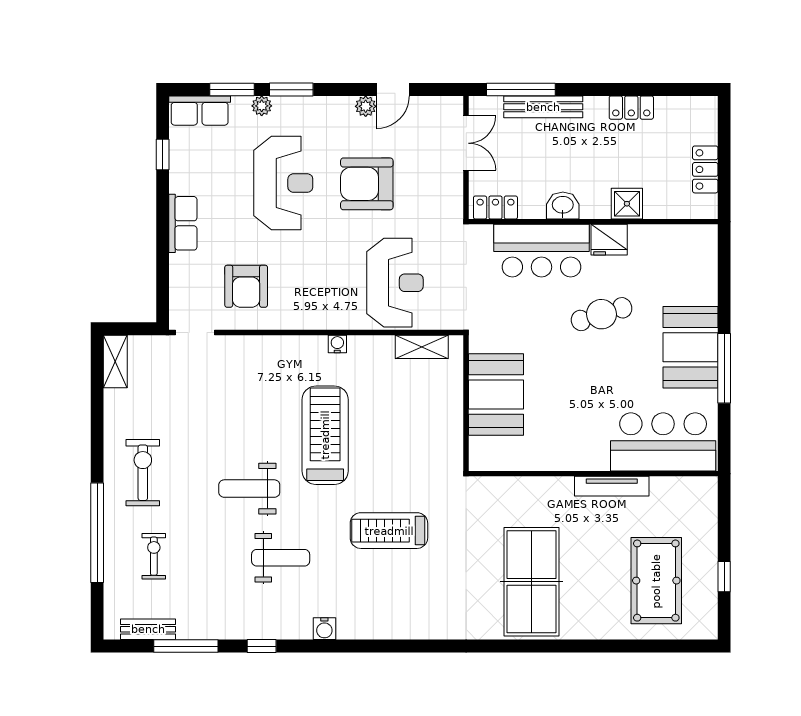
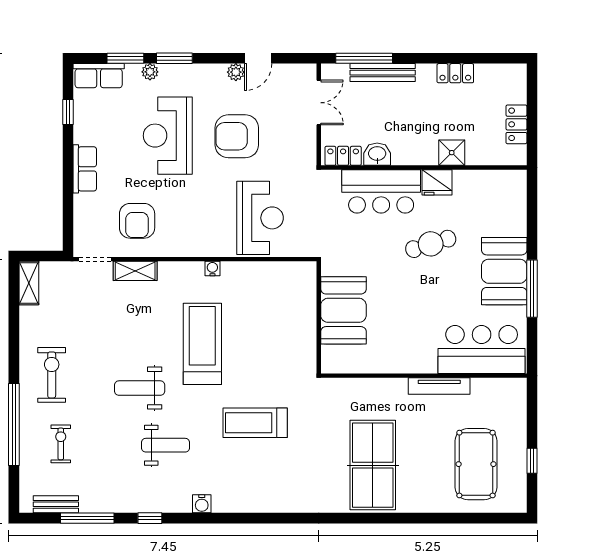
reception desk: (283, 183) -> (168, 136), turned 180
washbasin: (563, 206) -> (377, 154), moved
shelving: (422, 347) -> (135, 271), moved

